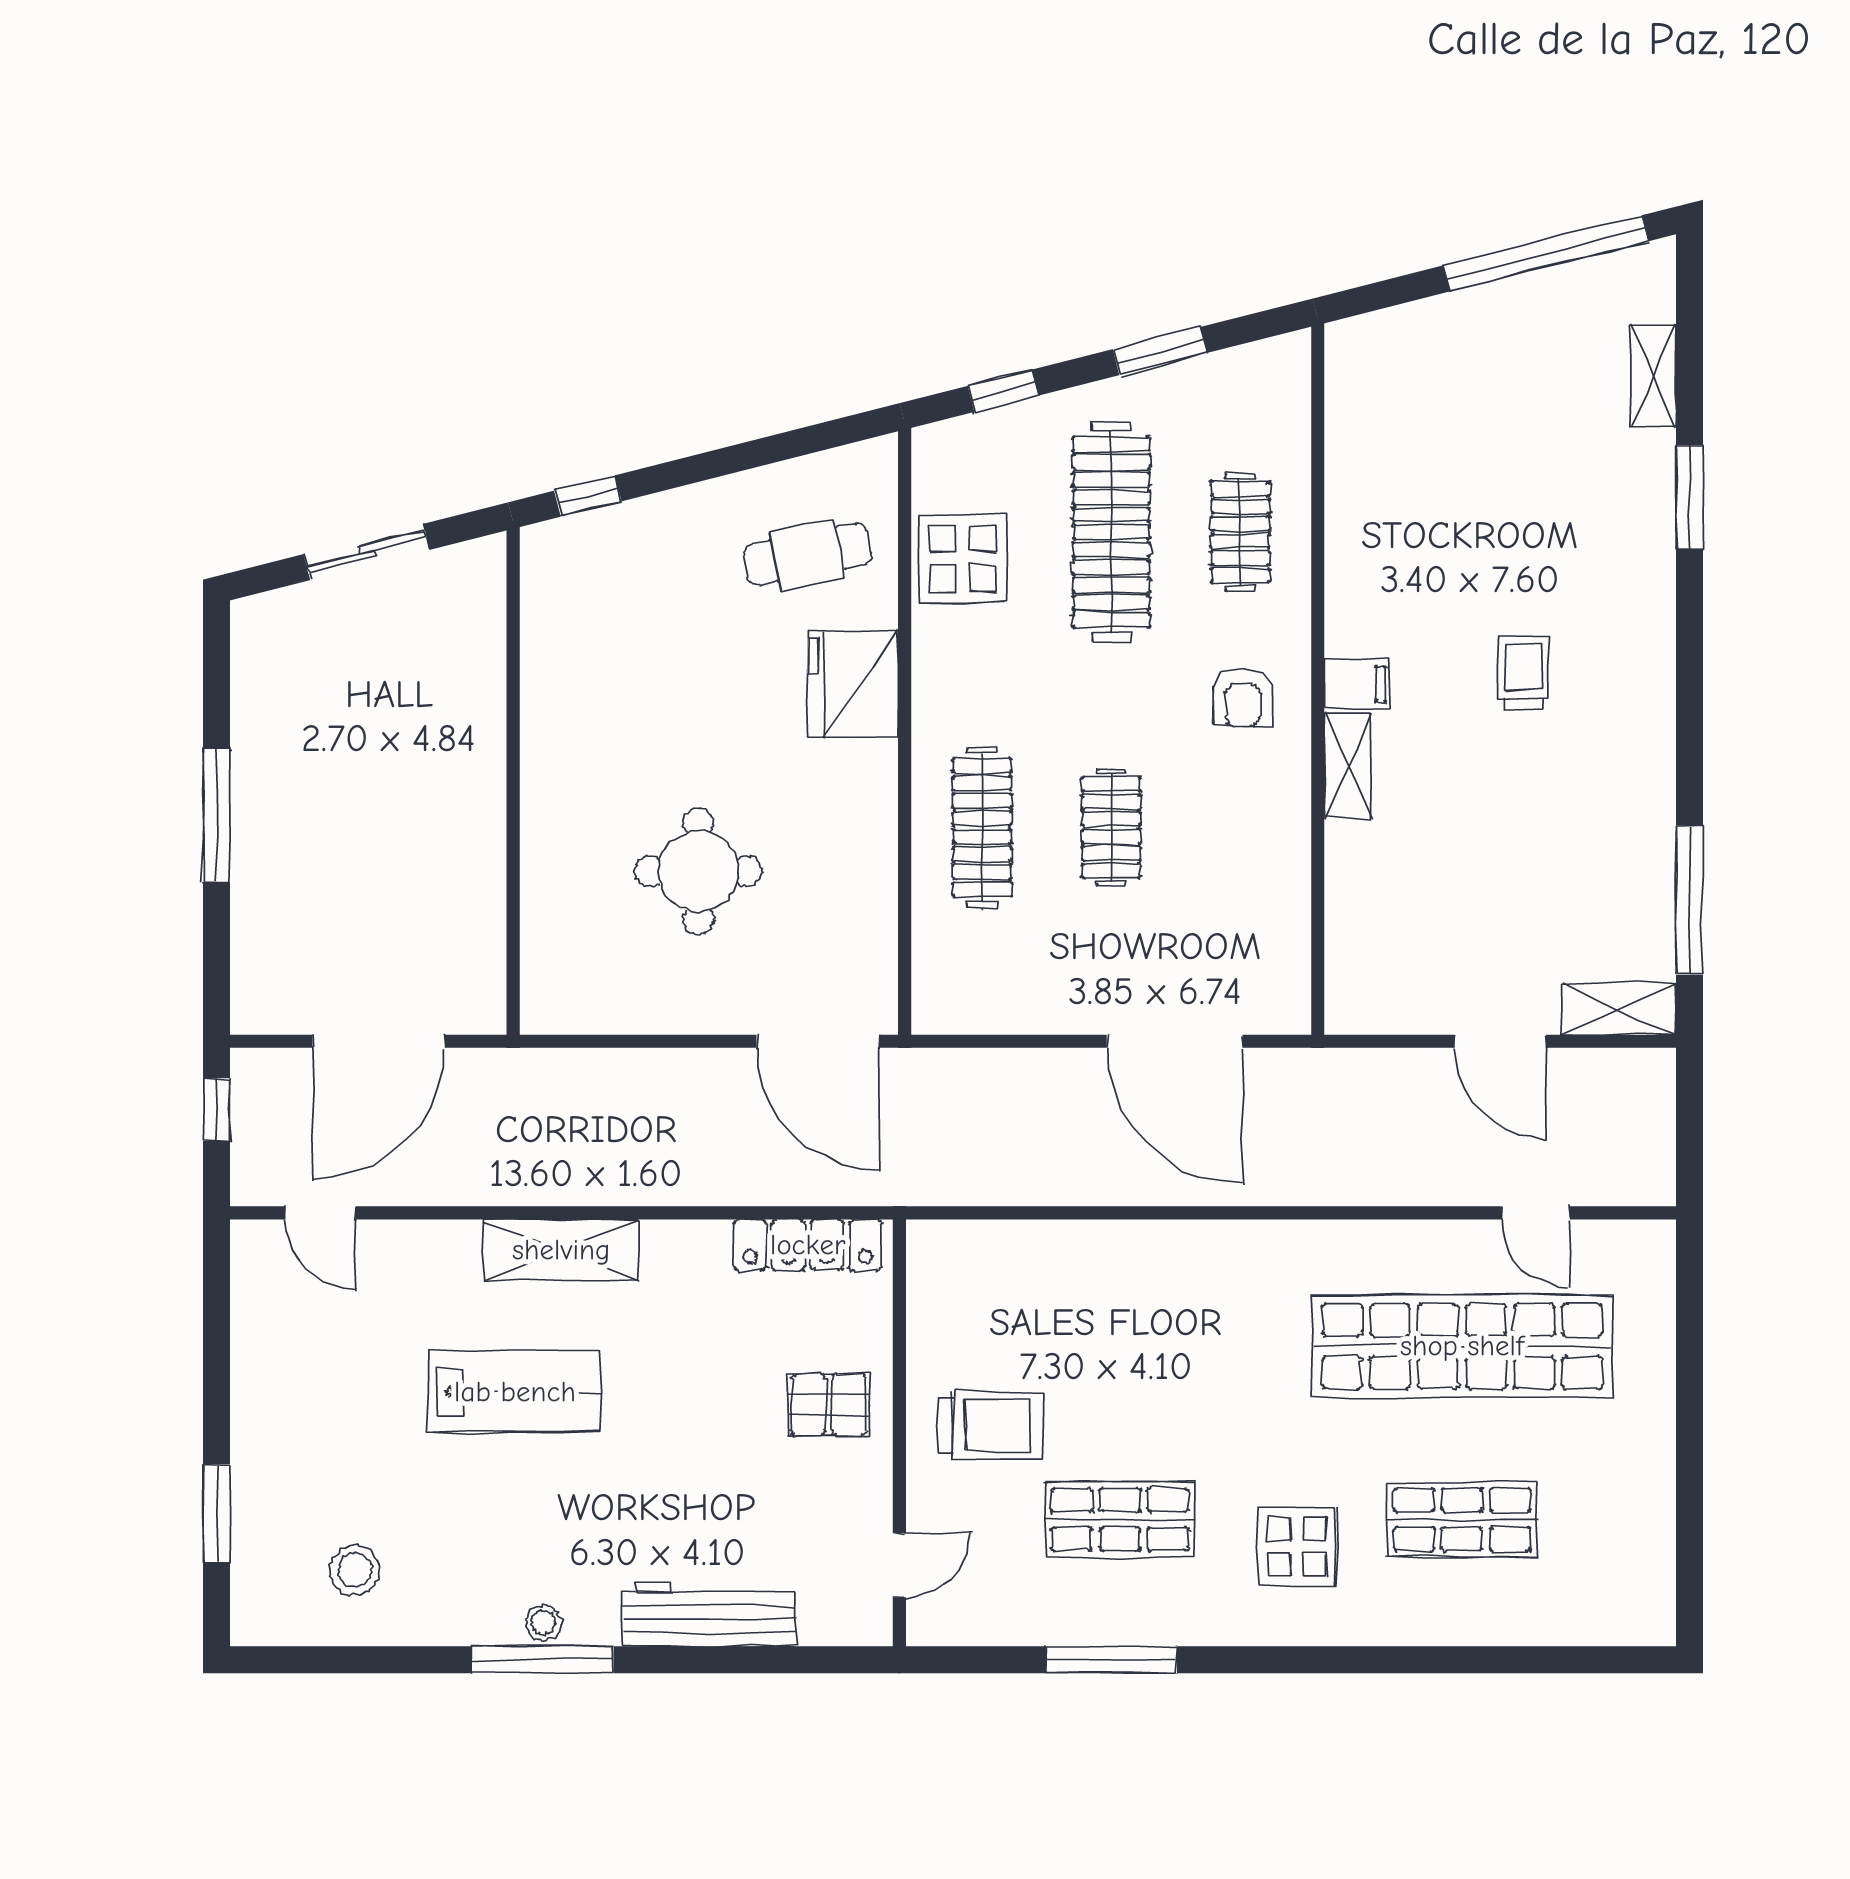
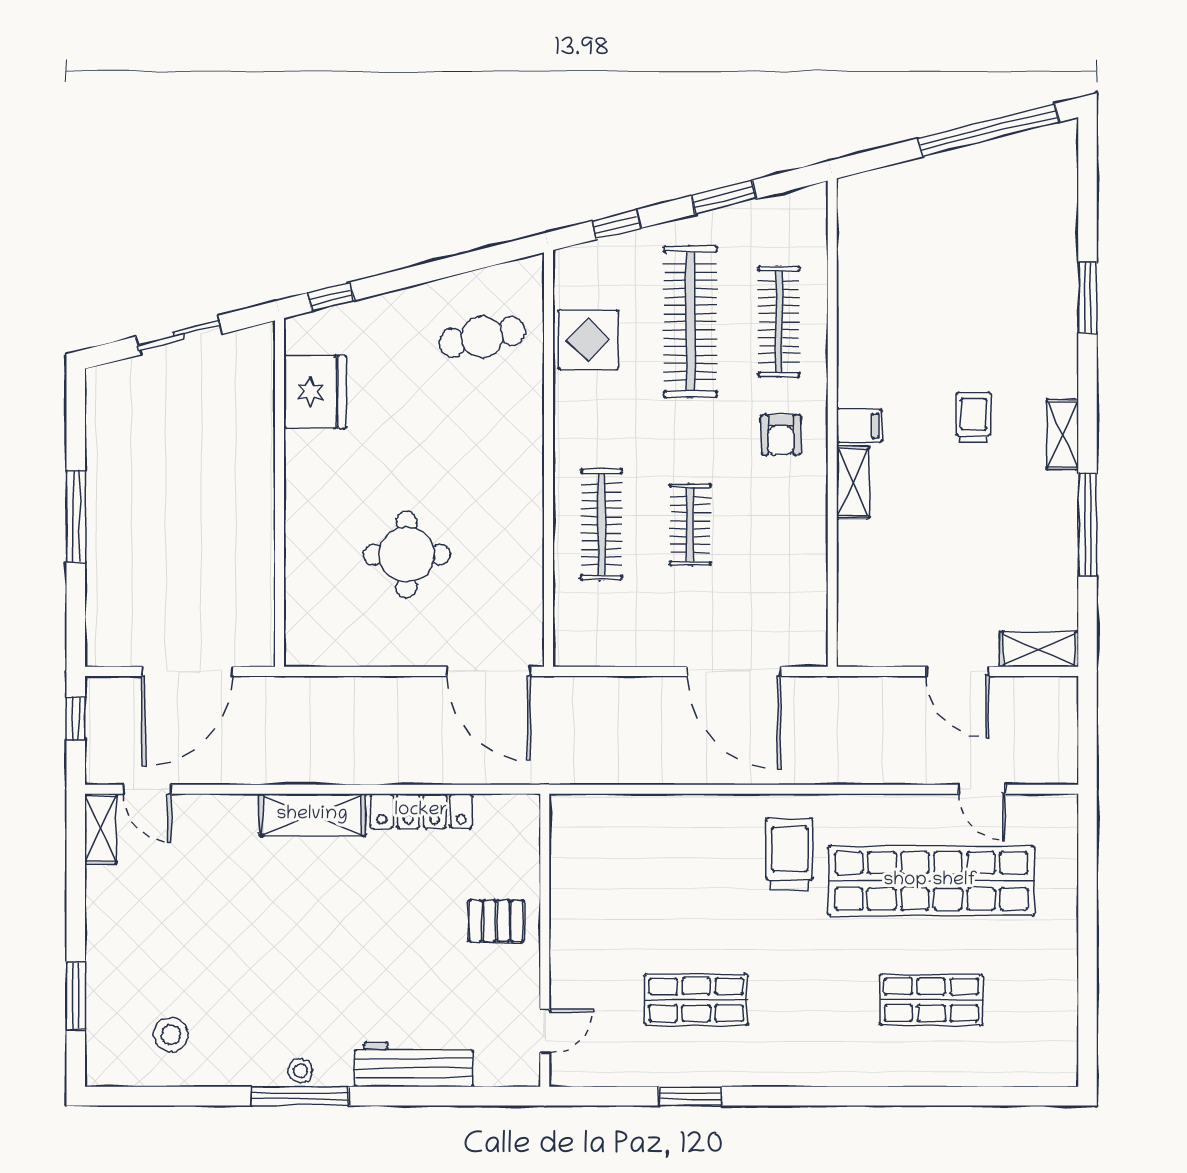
shelving: (1653, 376) -> (1062, 435), moved
clothes rail: (1240, 532) -> (779, 322), width x1.36
fridge: (853, 684) -> (315, 392), moved, turned 180
window: (1689, 900) -> (1088, 525), moved
locker: (808, 1245) -> (421, 811), moved
shelving: (253, 1271) -> (101, 829), added
lab bench: (515, 1392) -> (281, 912), removed
trolley: (991, 1425) -> (790, 854), moved, turned -90
display table: (1297, 1547) -> (818, 1018), removed
window: (1112, 1660) -> (691, 1096), width x0.69

